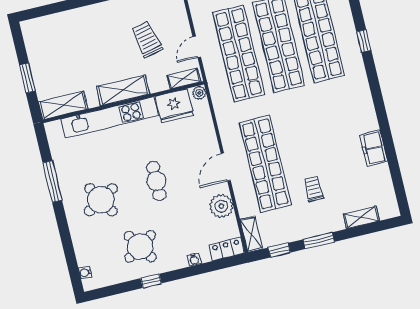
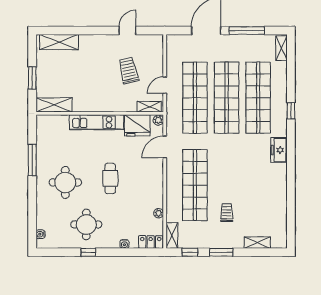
shelving: (123, 90) -> (59, 42), moved
kitchen unit: (110, 117) -> (97, 122), width x0.73
freezer: (374, 148) -> (279, 150), moved
door: (226, 167) -> (165, 147), moved
round table: (101, 200) -> (65, 182), turned 31
plant: (221, 206) -> (159, 213), width x0.53, depth x0.53
round table: (140, 246) -> (86, 224), turned 33

